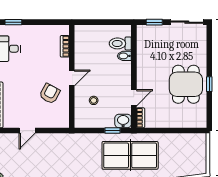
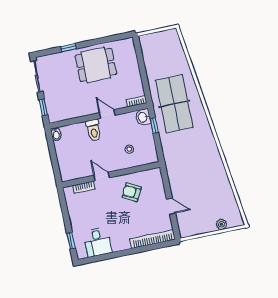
toilet: (120, 43) -> (94, 130), moved
bidet: (124, 56) -> (56, 134), moved
door: (72, 78) -> (102, 177), moved
window: (209, 84) -> (68, 48), moved
door: (134, 98) -> (107, 114), moved

